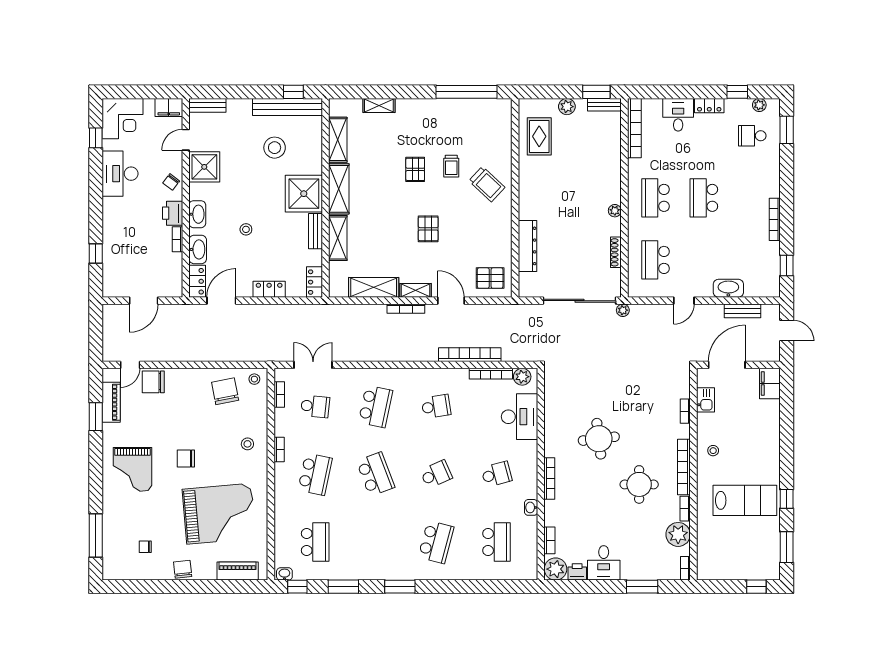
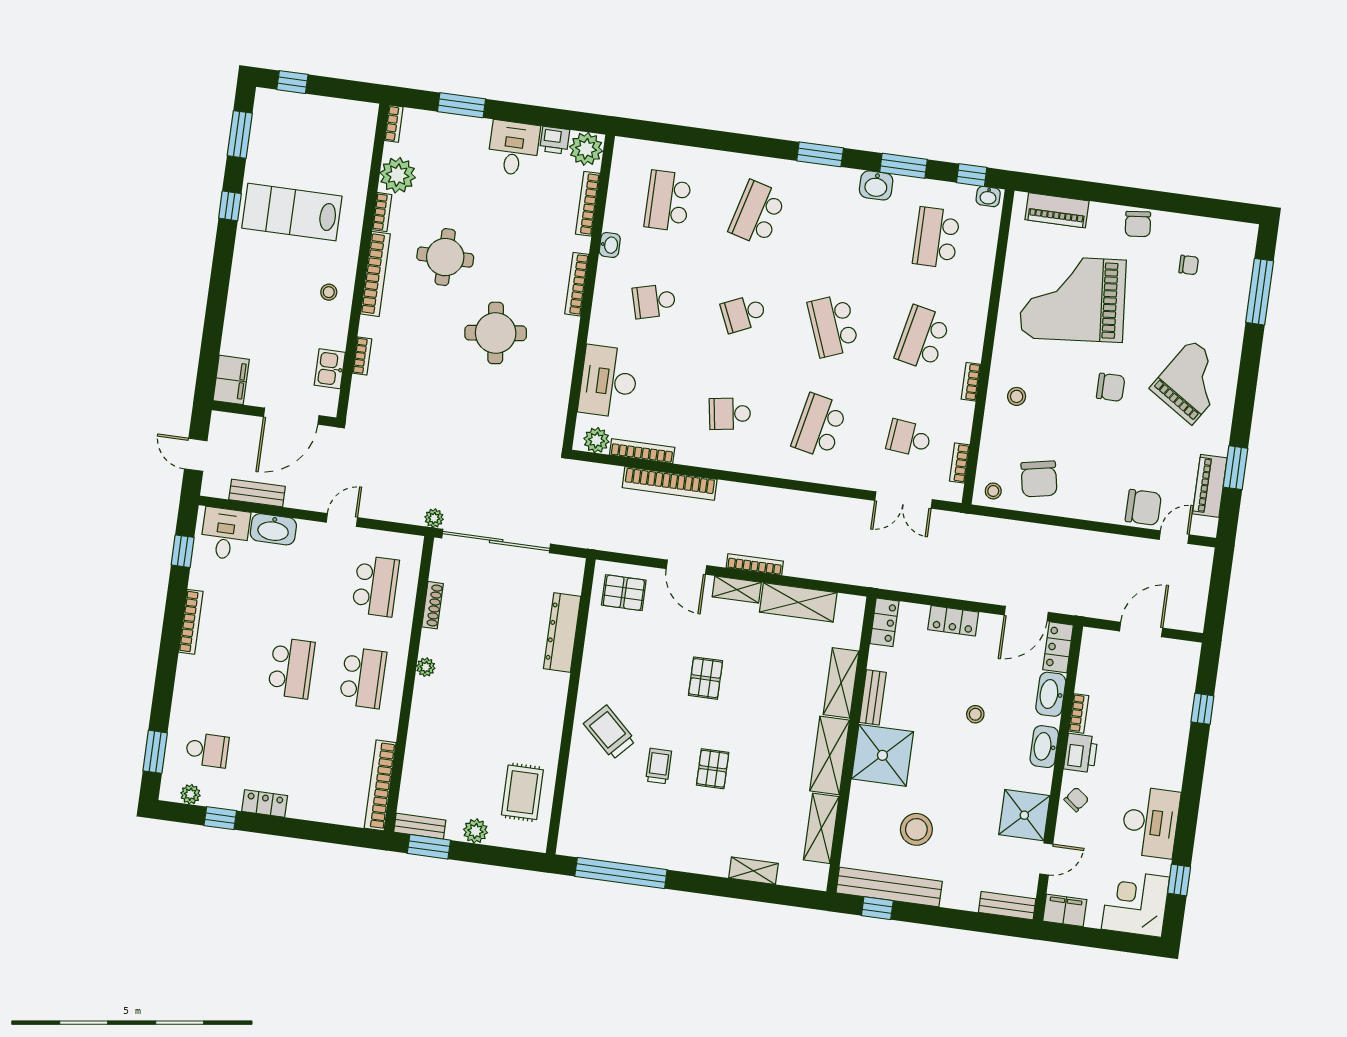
desk: (678, 115) -> (225, 534), moved, turned 180
grand piano: (133, 469) -> (1192, 382), turned 33
bookcase: (549, 540) -> (588, 204), width x1.56
washbasin: (360, 571) -> (876, 185), added

